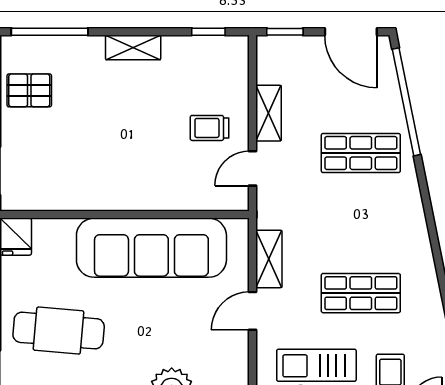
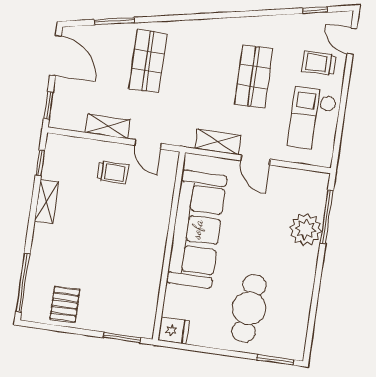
door: (351, 32) -> (56, 55), hinge flipped
shelving: (133, 48) -> (47, 202), moved
window: (406, 102) -> (114, 21), width x0.47
trolley: (210, 128) -> (113, 172), turned -90

